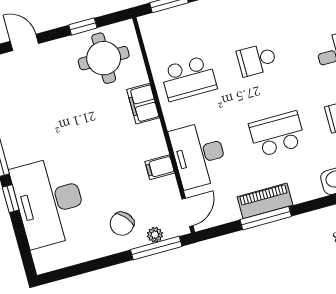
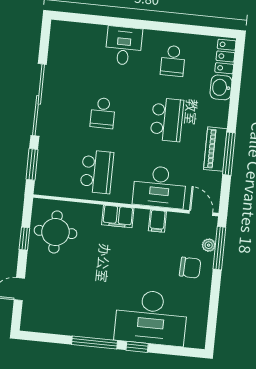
filing cabinet: (143, 104) -> (118, 216), moved
school desk: (277, 134) -> (167, 120), turned 180
chair: (122, 224) -> (190, 268), turned -47

